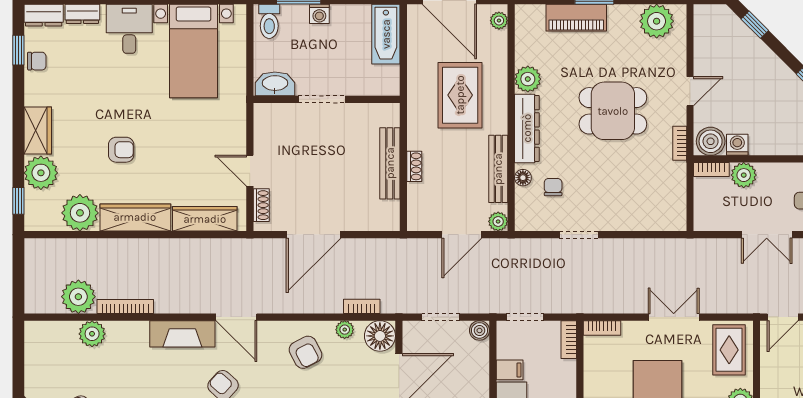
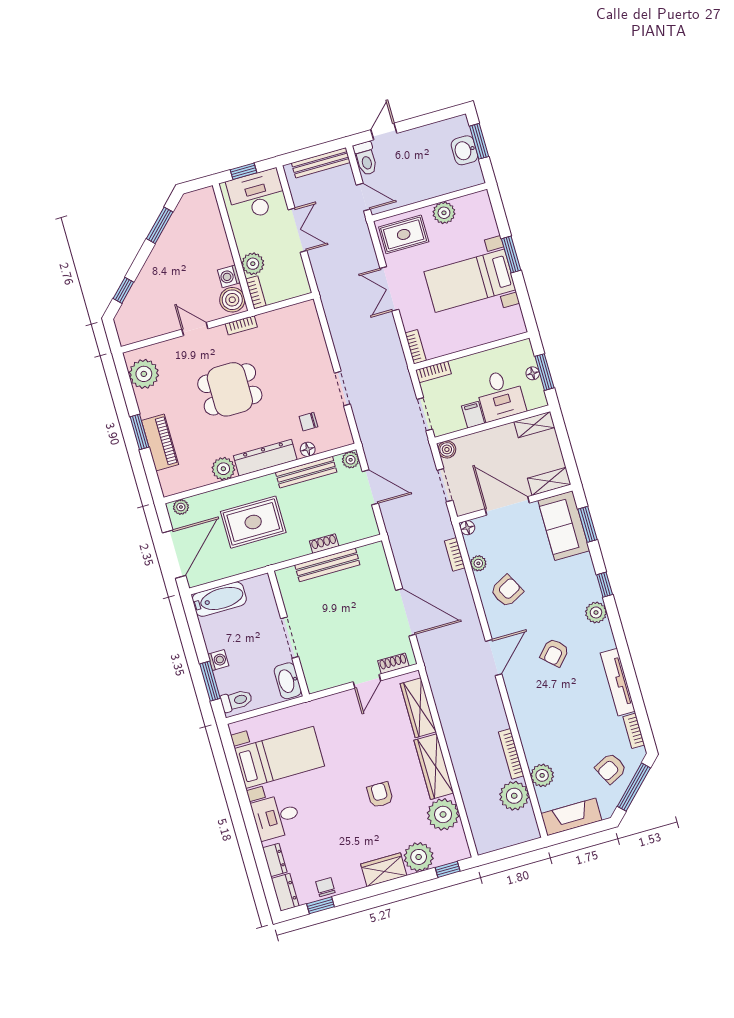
dining table: (613, 111) -> (230, 389), turned 90
fireplace: (182, 334) -> (571, 817), moved, turned -90
floor lamp: (380, 336) -> (467, 528), width x0.53, depth x0.53

